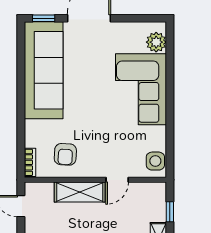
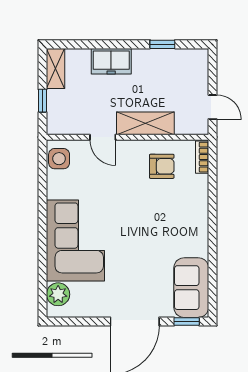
sofa: (44, 70) -> (191, 288), width x0.54, depth x0.79
armchair: (65, 154) -> (162, 166), turned 87
door: (117, 180) -> (103, 137), swing flipped

